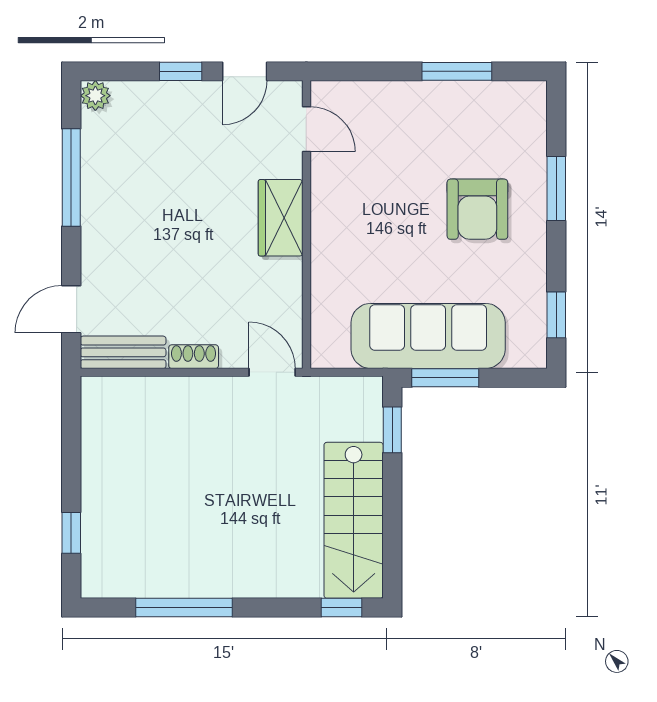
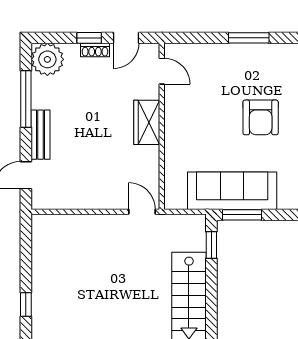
plant: (95, 96) -> (47, 59), width x1.87, depth x1.87
bench: (123, 352) -> (40, 135), moved, turned 90
shoe rack: (194, 357) -> (95, 50), moved, turned 180

